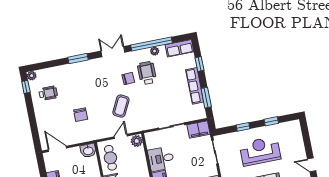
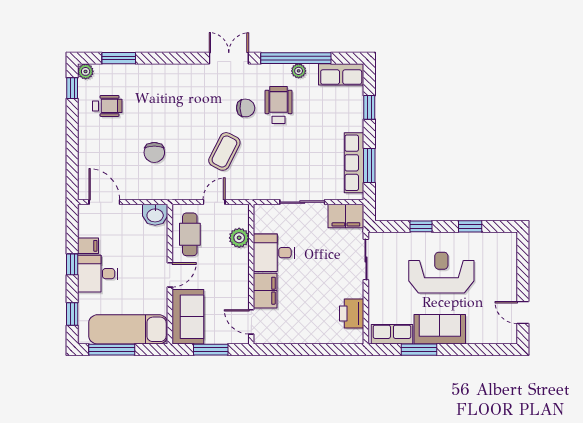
window: (78, 59) -> (119, 58), moved
row of seats: (195, 86) -> (354, 163), moved
plant: (137, 141) -> (239, 238), moved

